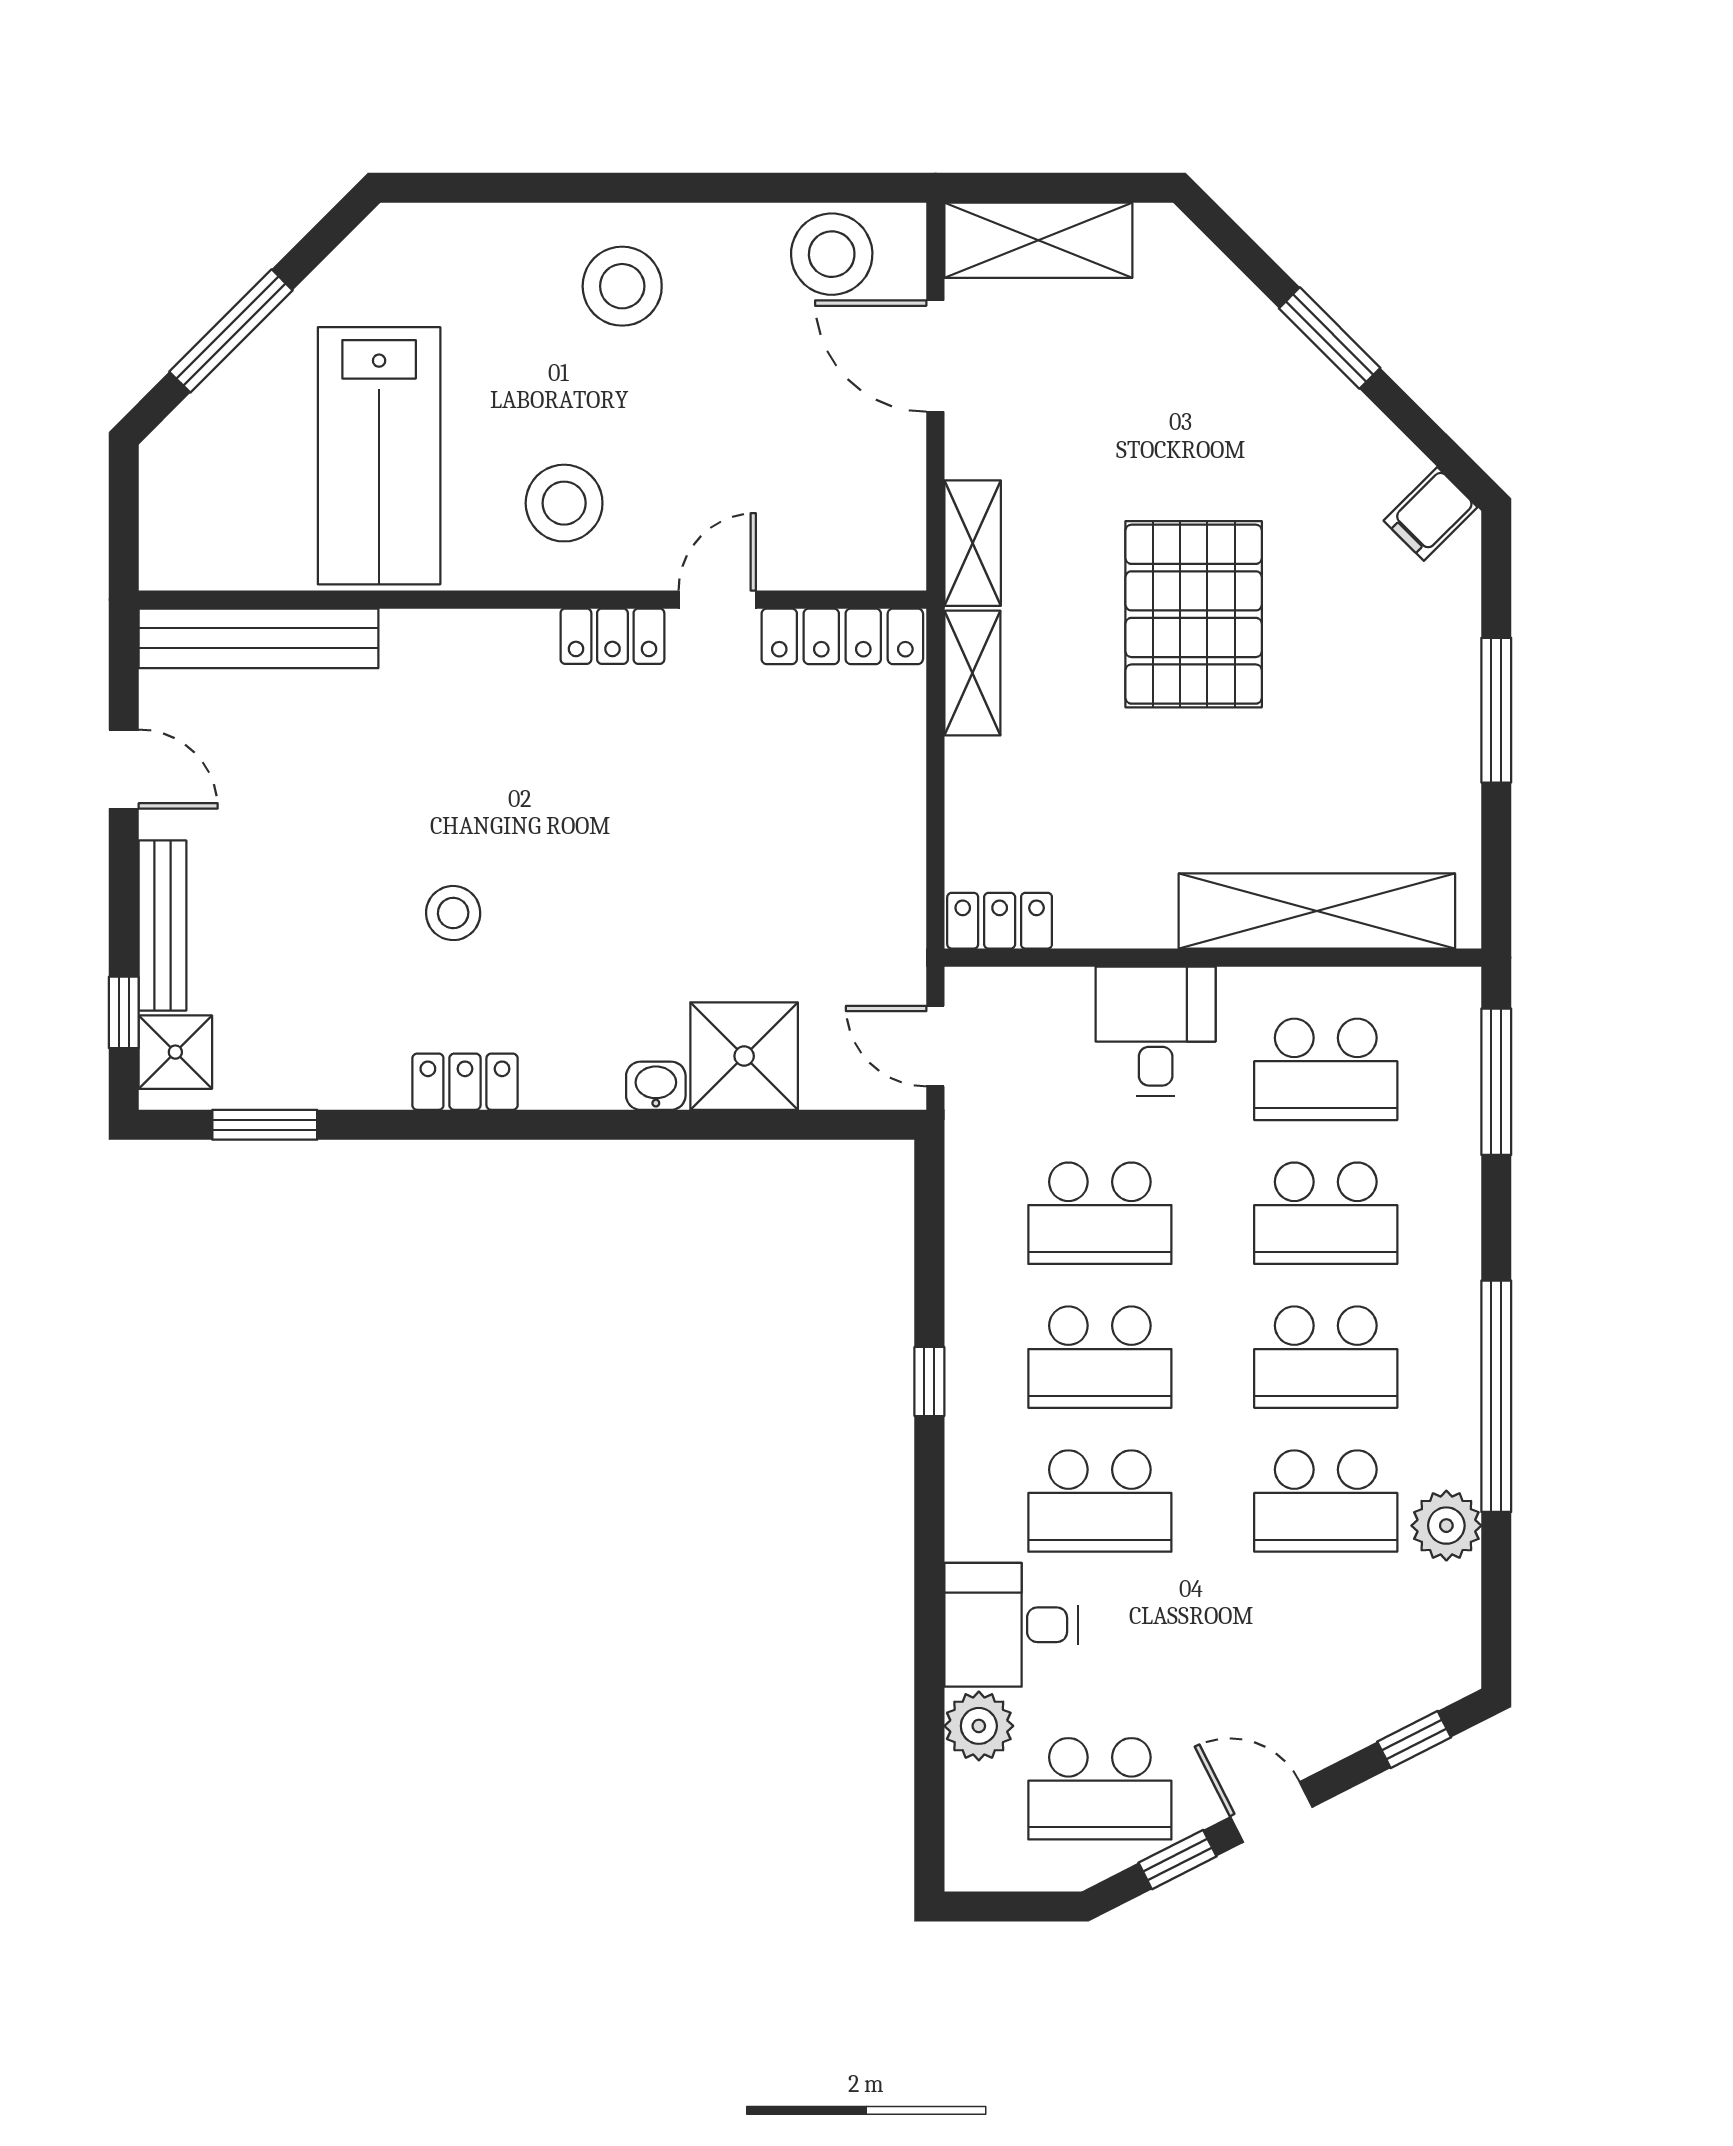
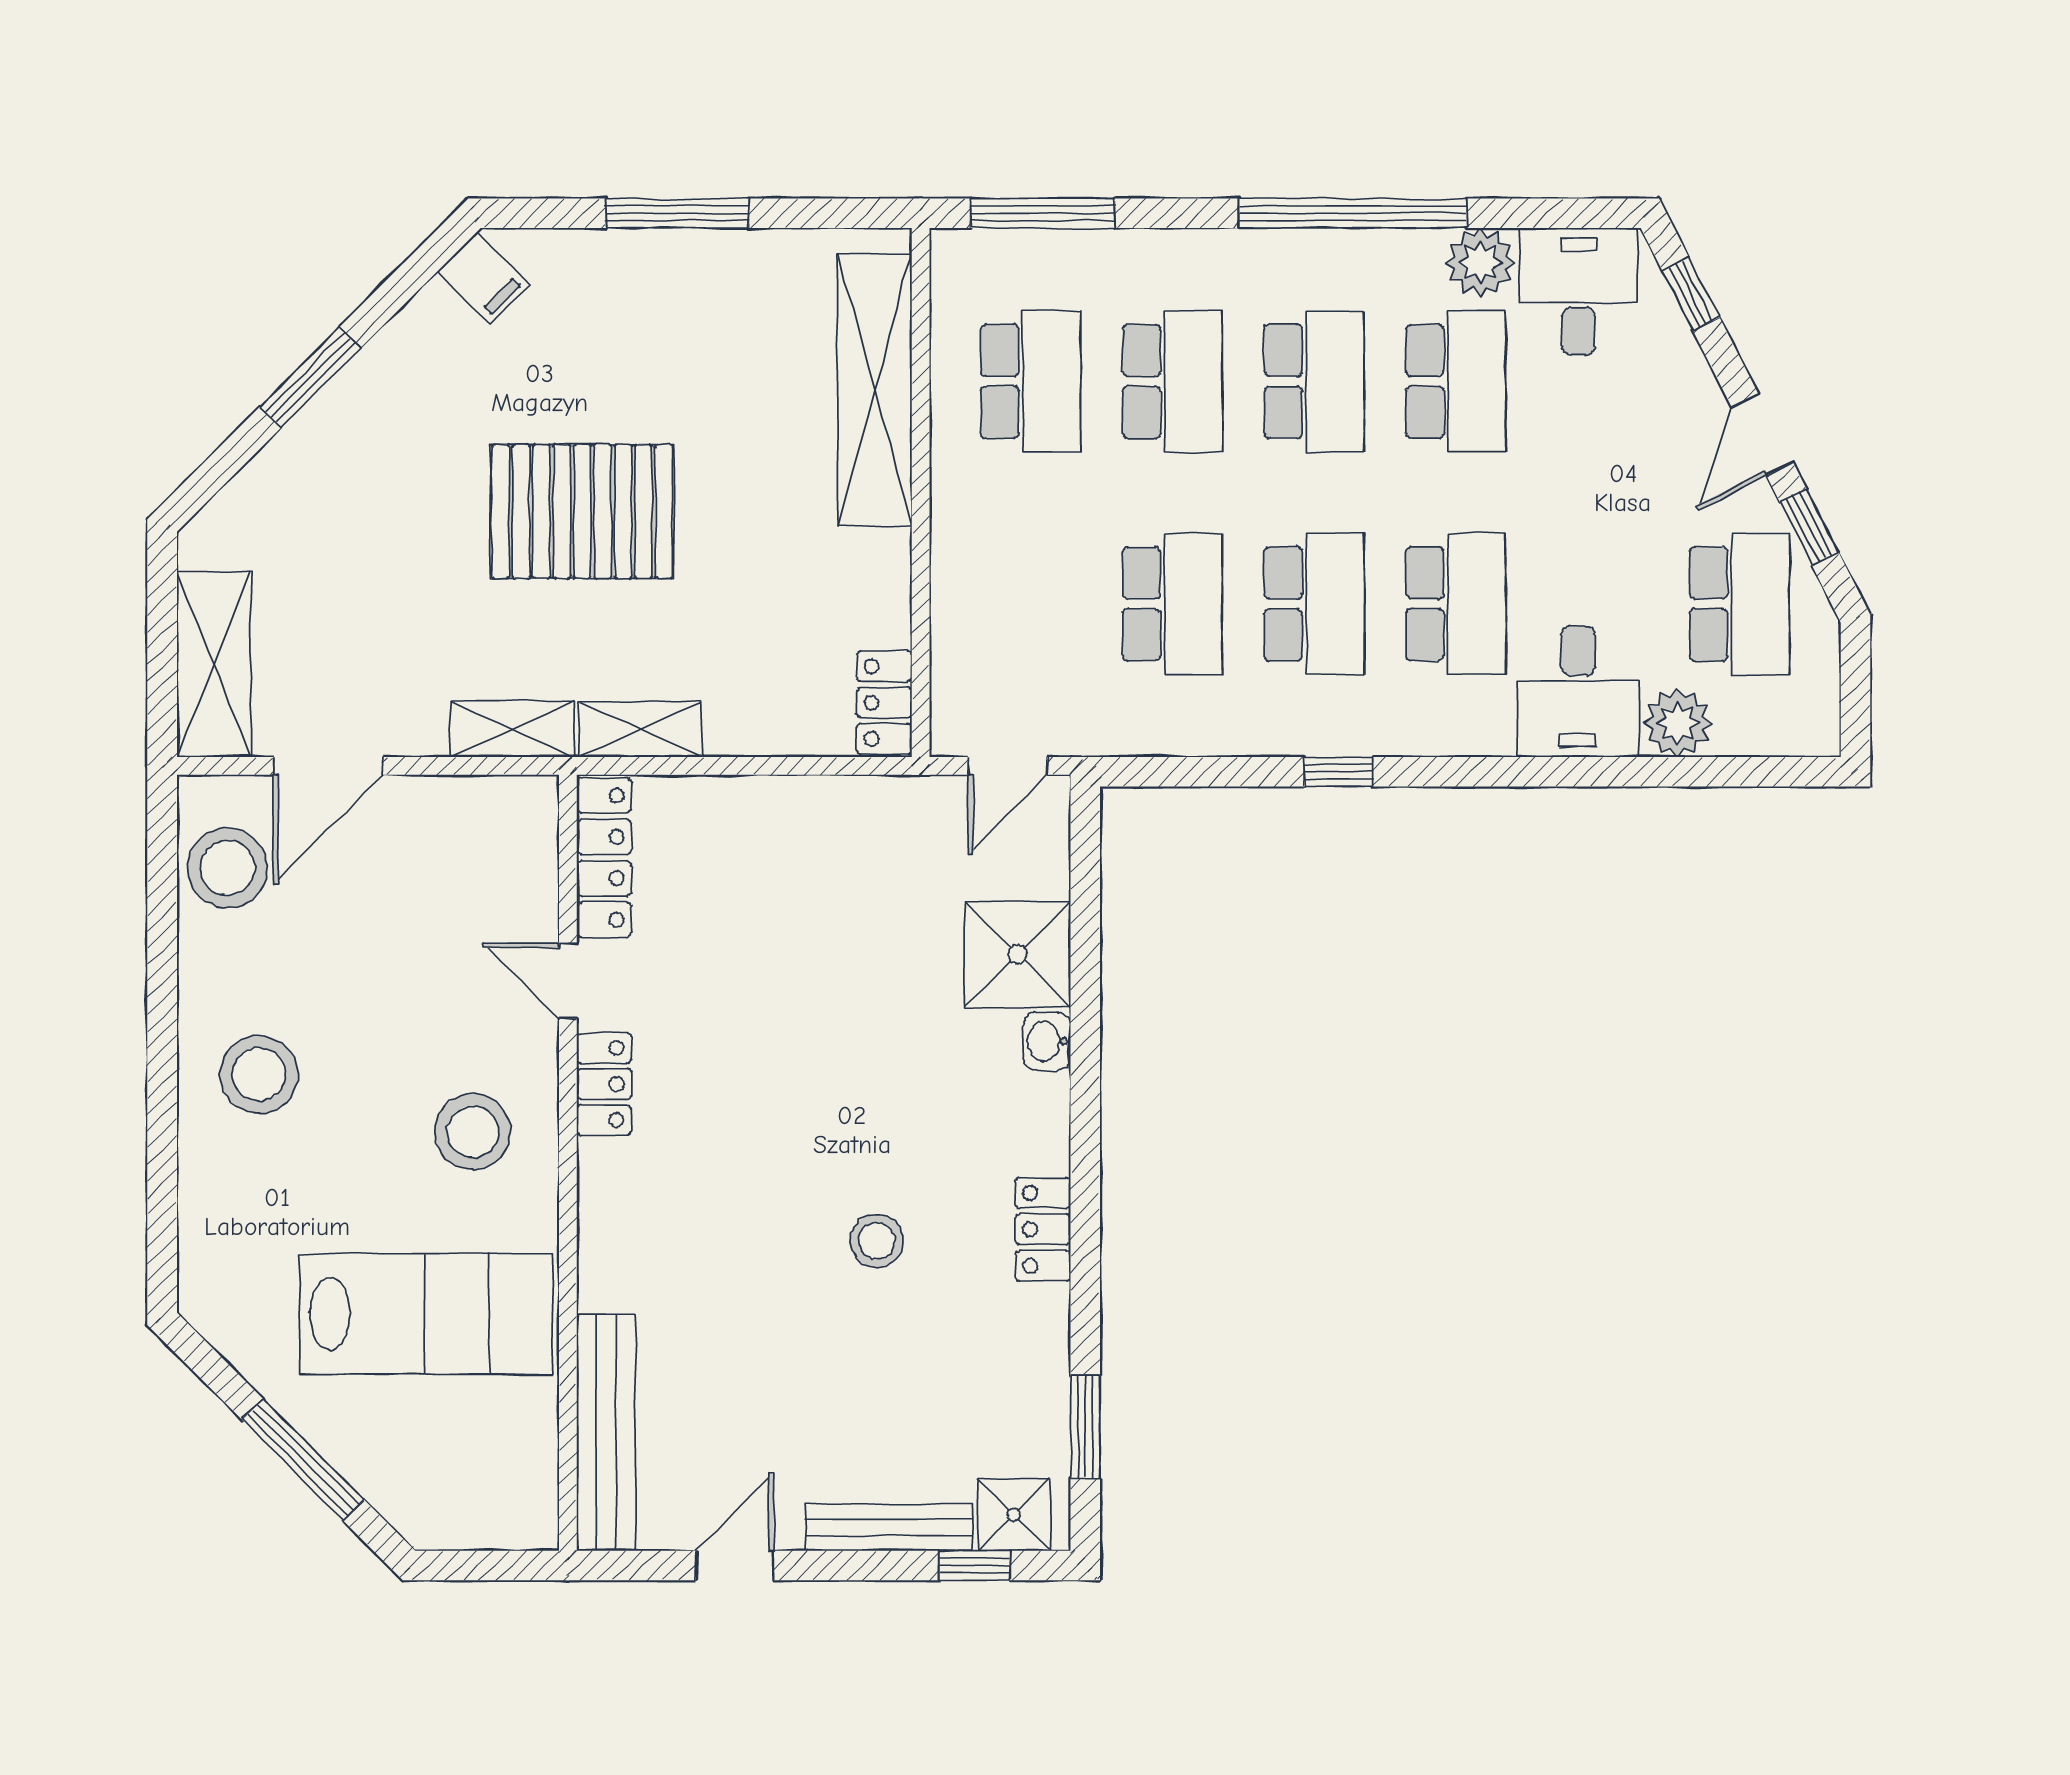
desk: (1156, 1031) -> (1578, 292), moved, turned 90

